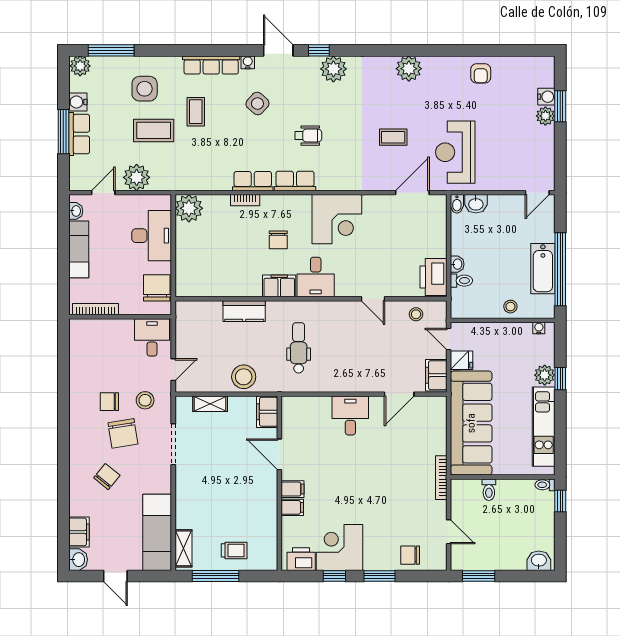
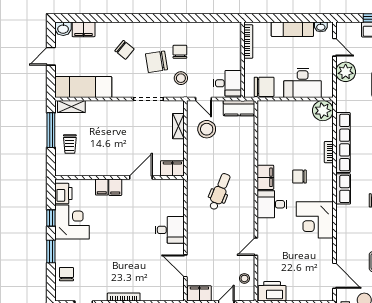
row of seats: (253, 181) -> (343, 143), width x2.02
kitchen counter: (244, 311) -> (239, 108), moved, turned -90
dental chair: (299, 348) -> (220, 192), turned -68
stool: (244, 377) -> (207, 129), moved

